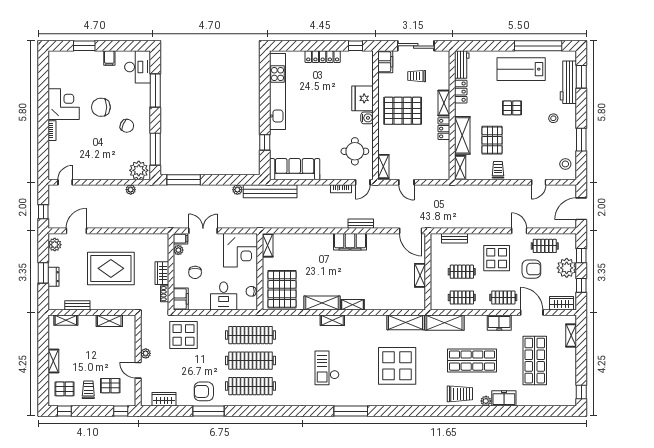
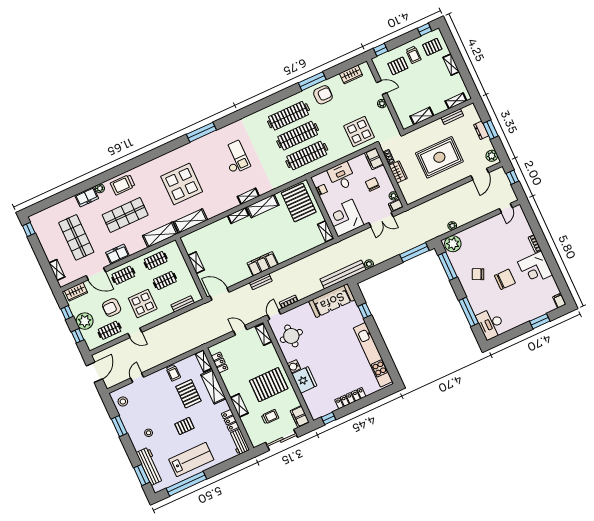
filing cabinet: (109, 58) -> (559, 301), moved
locker: (444, 129) -> (220, 362), moved

